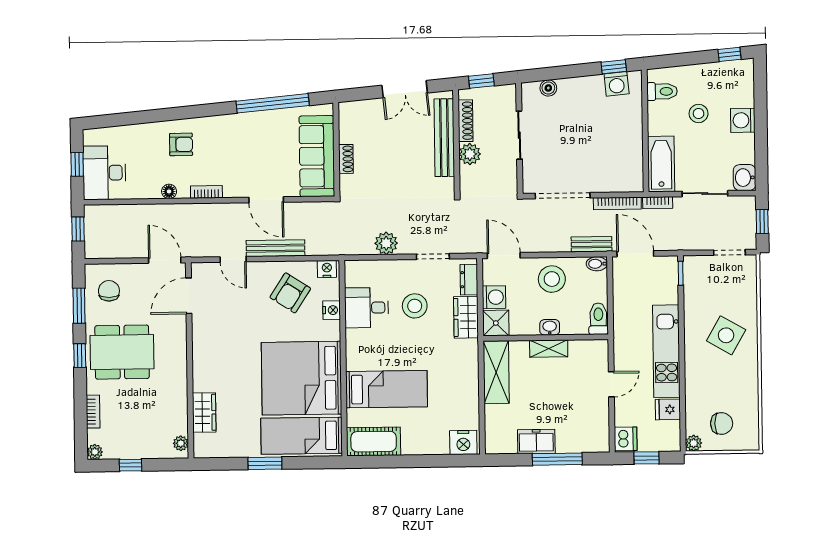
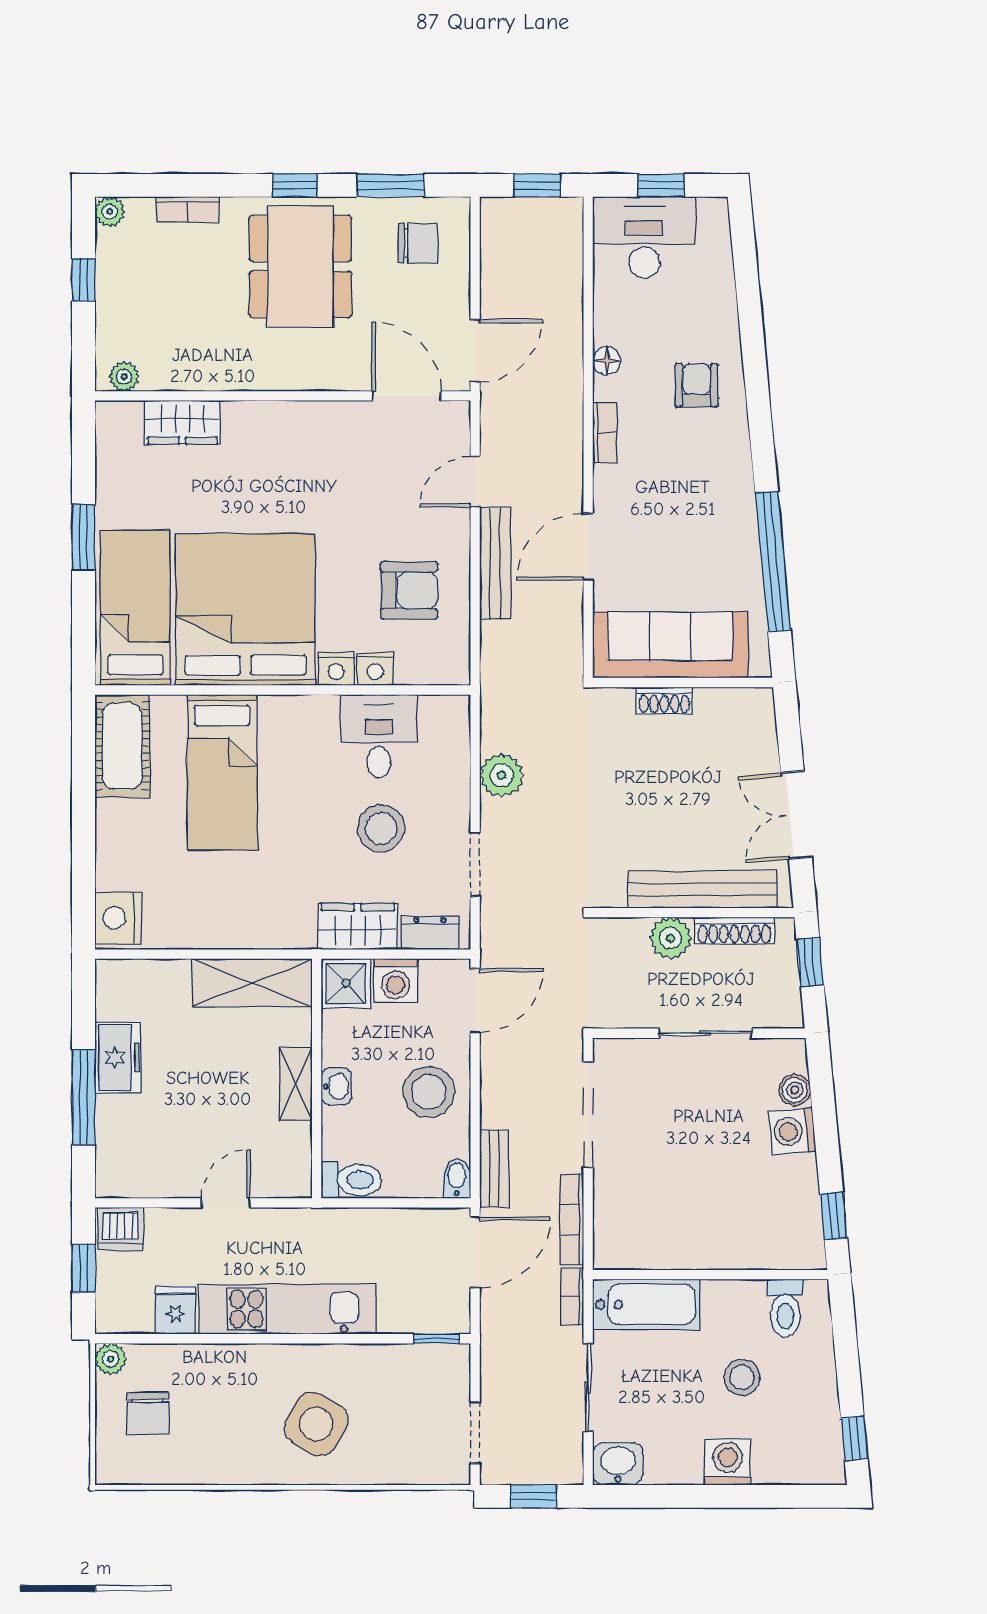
washing machine: (617, 84) -> (793, 1131), moved
armchair: (181, 144) -> (697, 385), turned 180
nightstand: (327, 269) -> (336, 669), moved, turned 90
armchair: (290, 293) -> (409, 590), turned 147
door: (611, 384) -> (226, 1203), swing flipped

